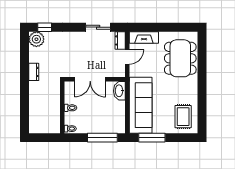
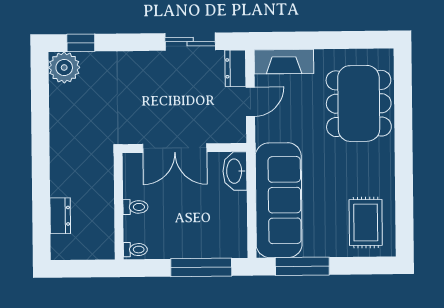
dresser: (34, 72) -> (60, 216), moved

